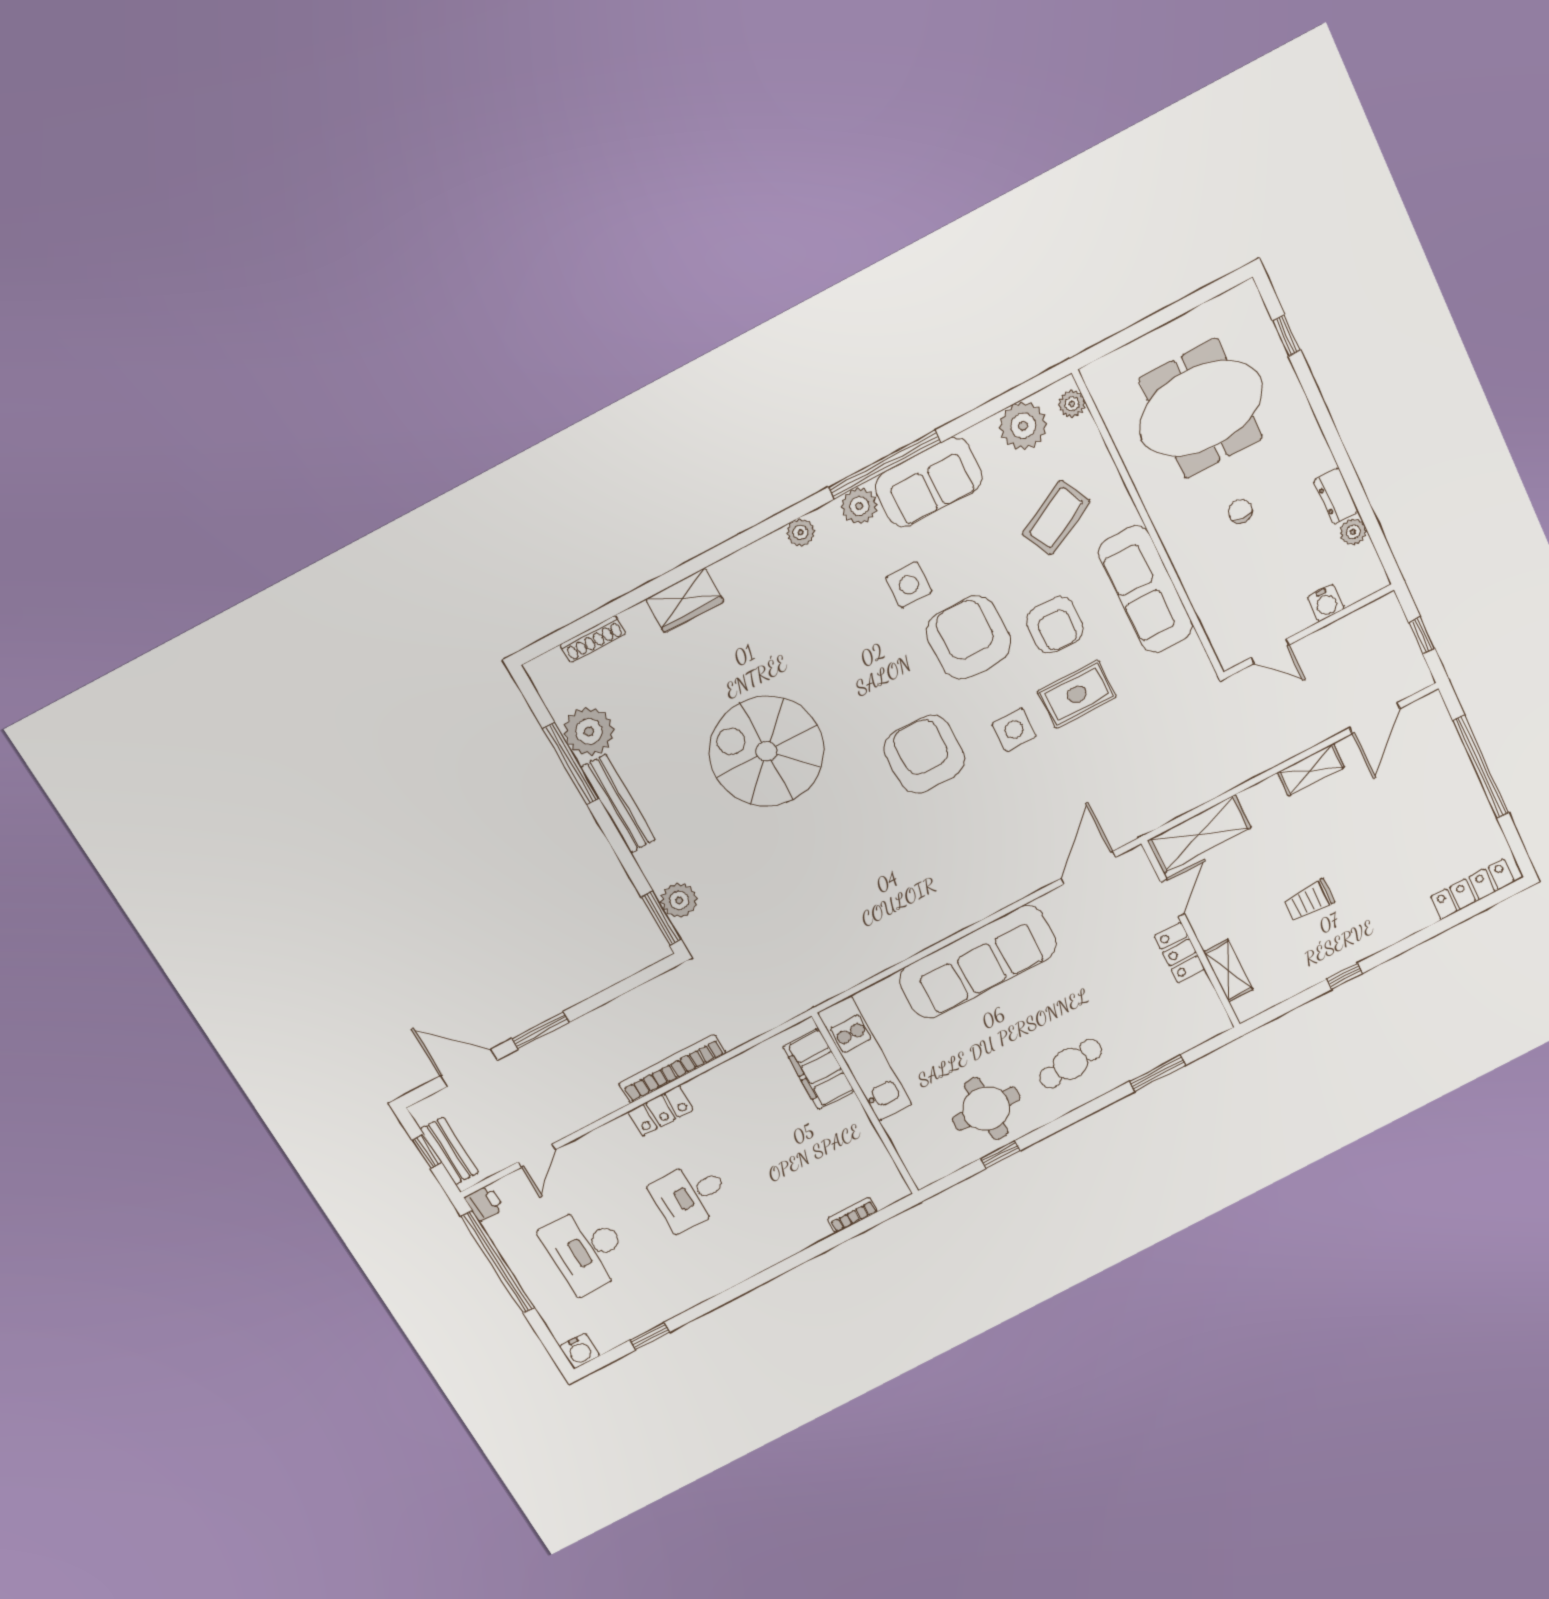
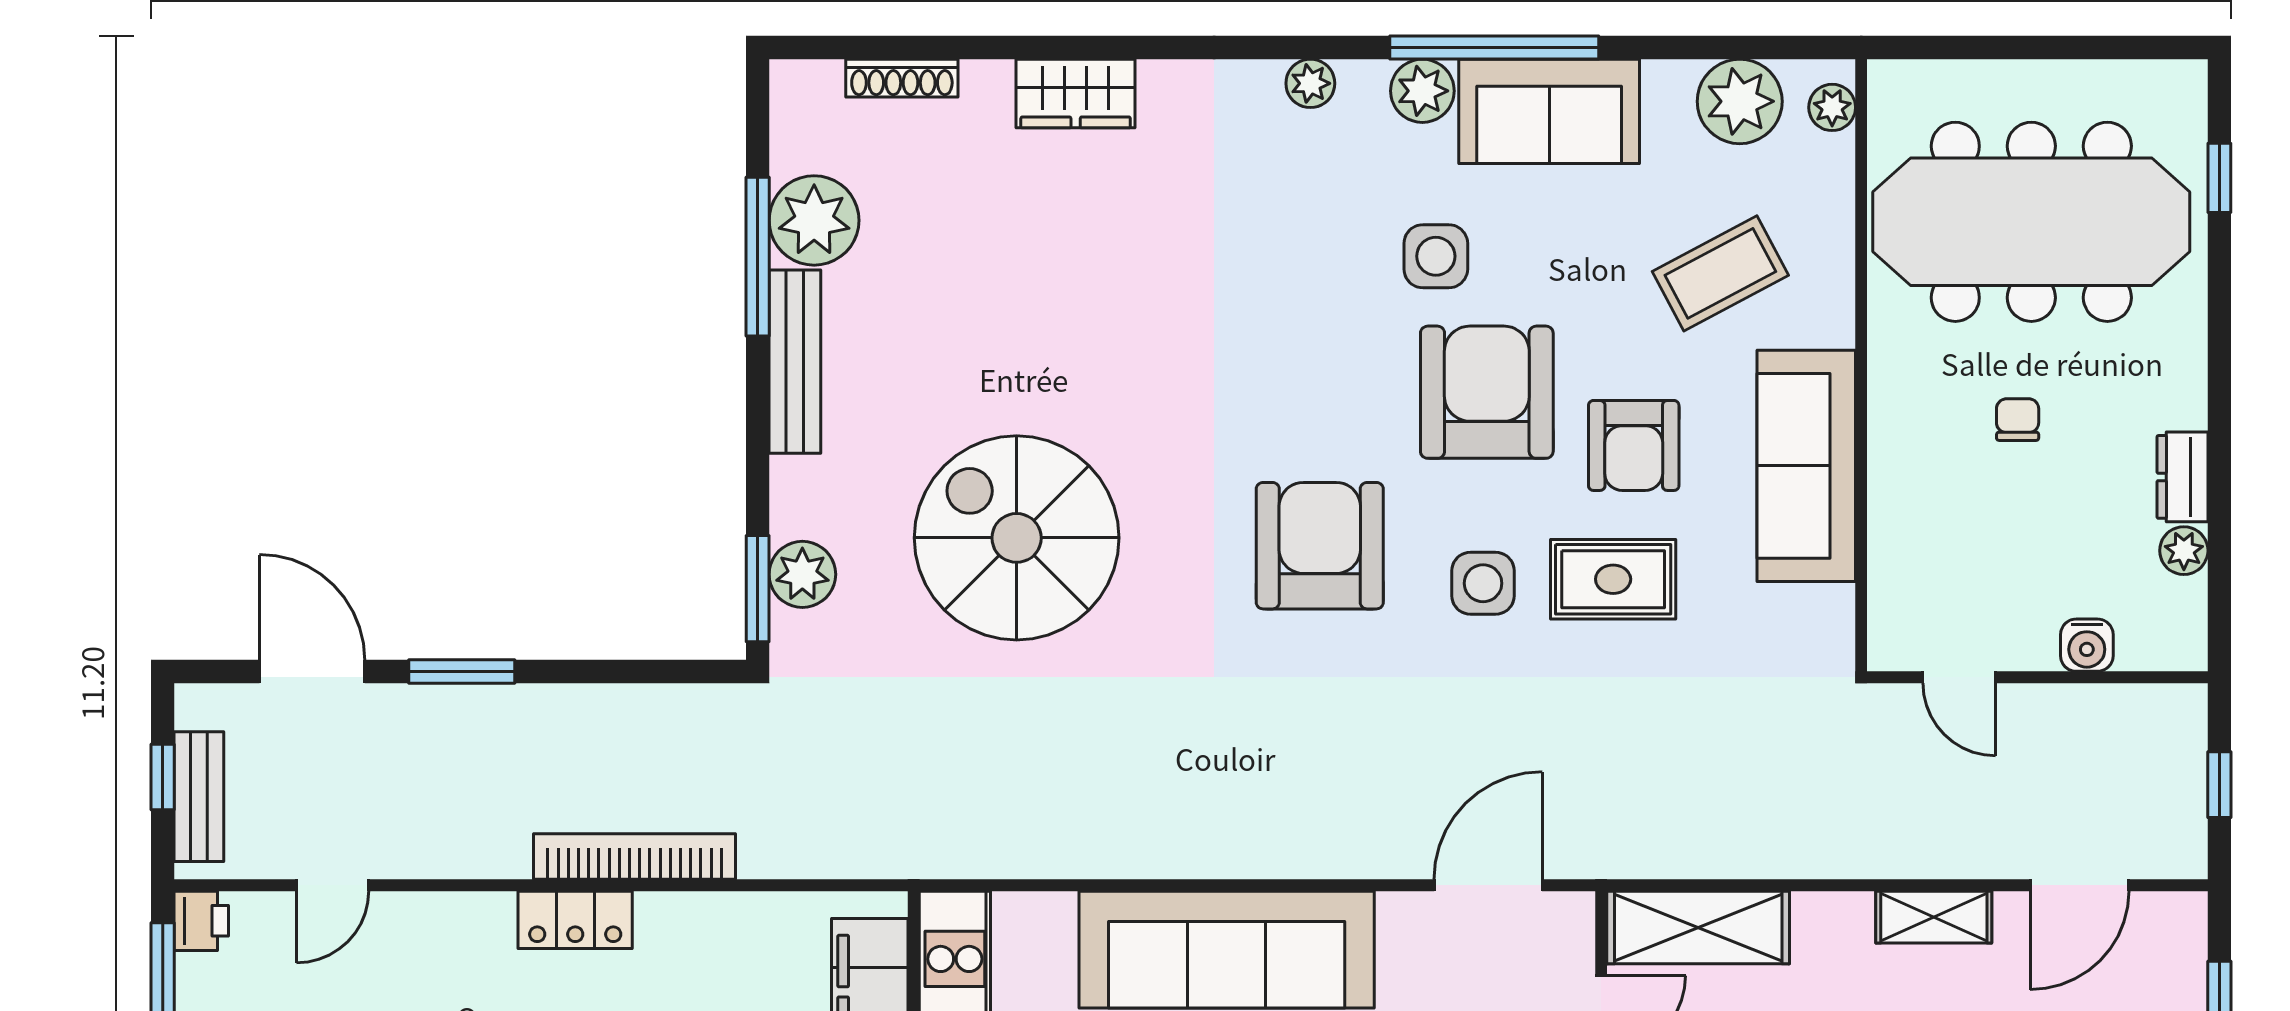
meeting table: (1201, 408) -> (2031, 222), width x1.36
spiral stairs: (767, 751) -> (1017, 538), moved

